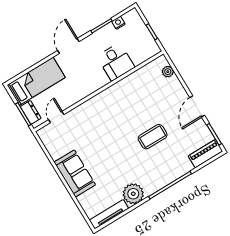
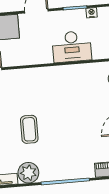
desk: (116, 62) -> (72, 47), width x1.37
coffee table: (153, 137) -> (29, 129), moved, turned 90

